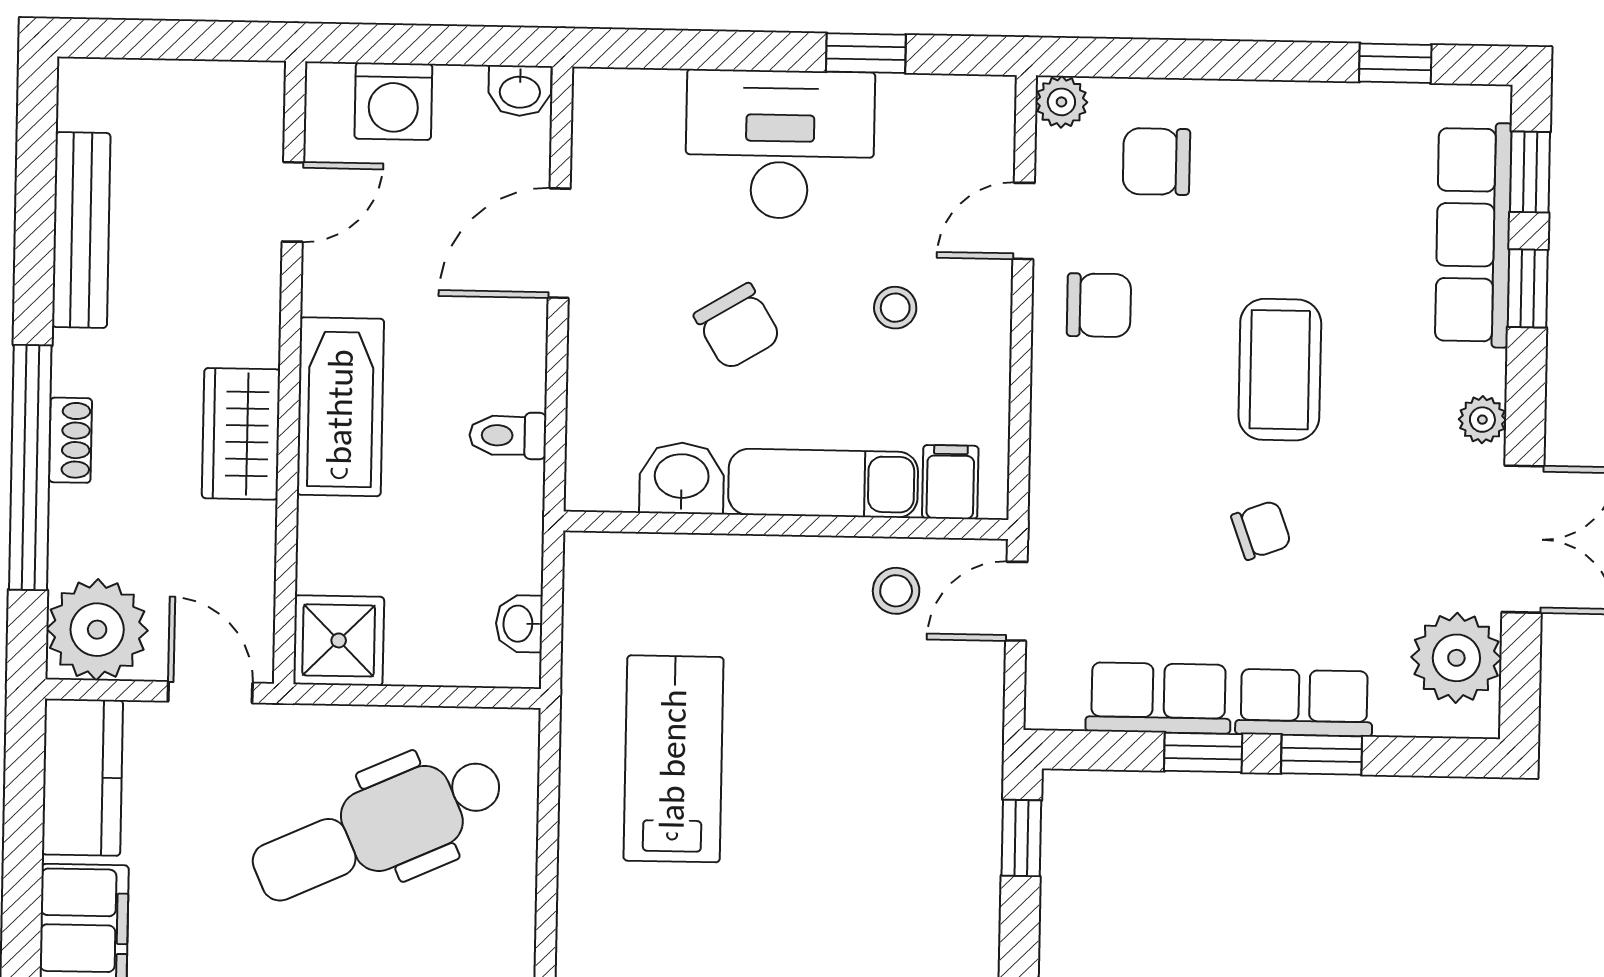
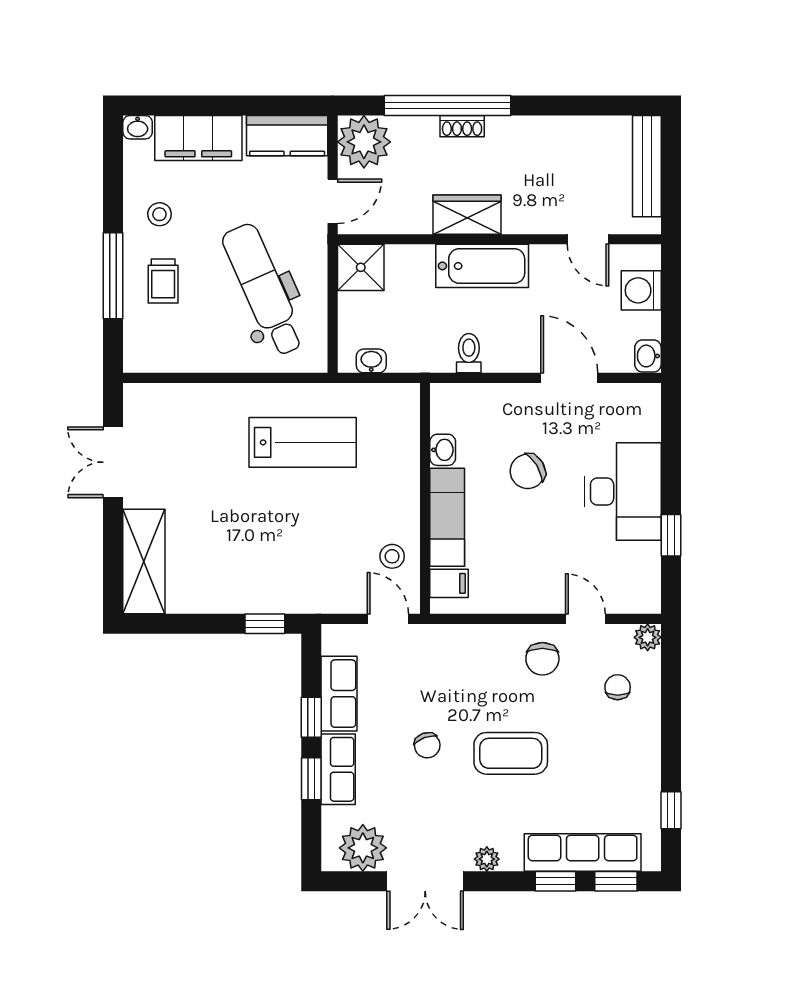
chair: (1156, 161) -> (618, 687), width x0.73, depth x0.73
bench: (81, 230) -> (647, 166), moved, turned 90
stool: (895, 308) -> (539, 553), removed
washbasin: (682, 478) -> (443, 450), width x0.72, depth x0.69

